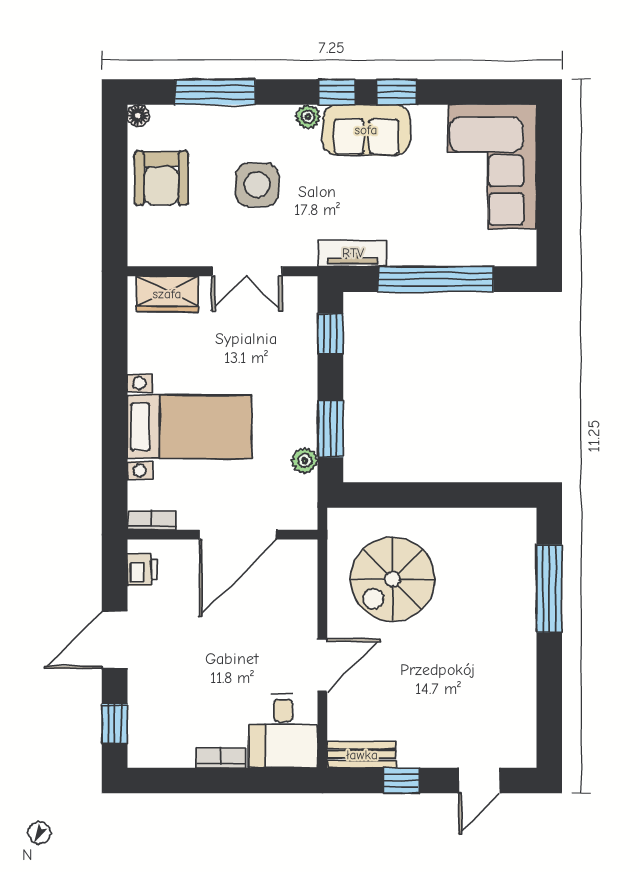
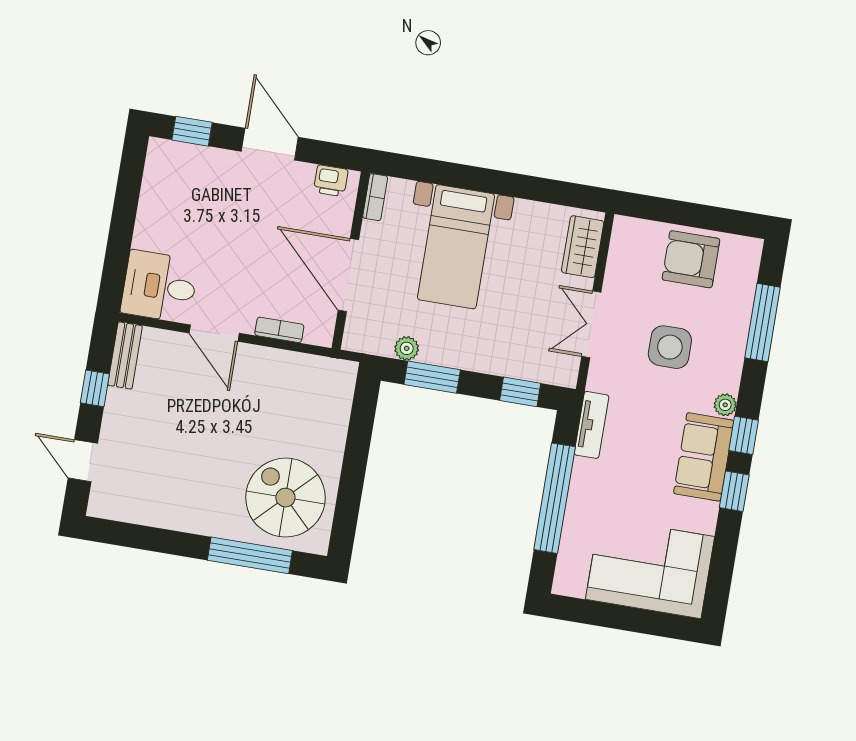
floor lamp: (138, 116) -> (753, 247), removed
spiral stairs: (393, 579) -> (285, 498), moved
bookcase: (221, 758) -> (279, 330), moved, turned -90

